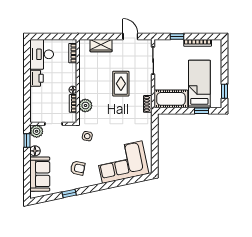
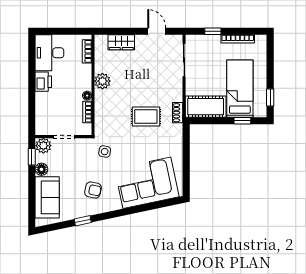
rug: (121, 84) -> (146, 117), moved, turned 90
plant: (85, 106) -> (102, 81), moved

